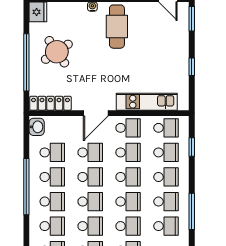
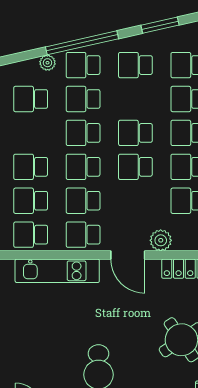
door: (96, 113) -> (128, 255), swing flipped
plant: (72, 124) -> (161, 240), added
school desk: (90, 152) -> (135, 201), removed
school desk: (166, 202) -> (31, 133), removed
school desk: (90, 226) -> (135, 99), removed

